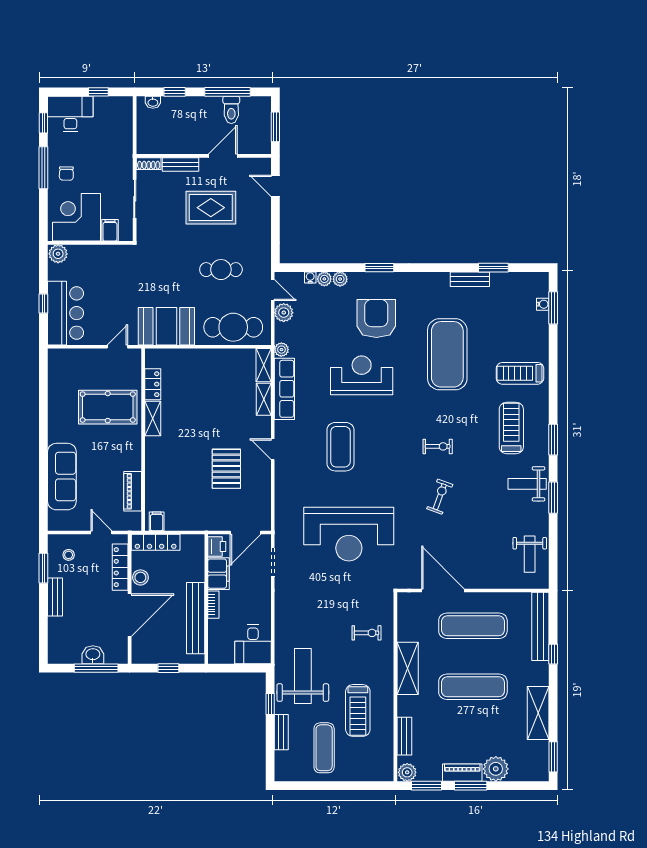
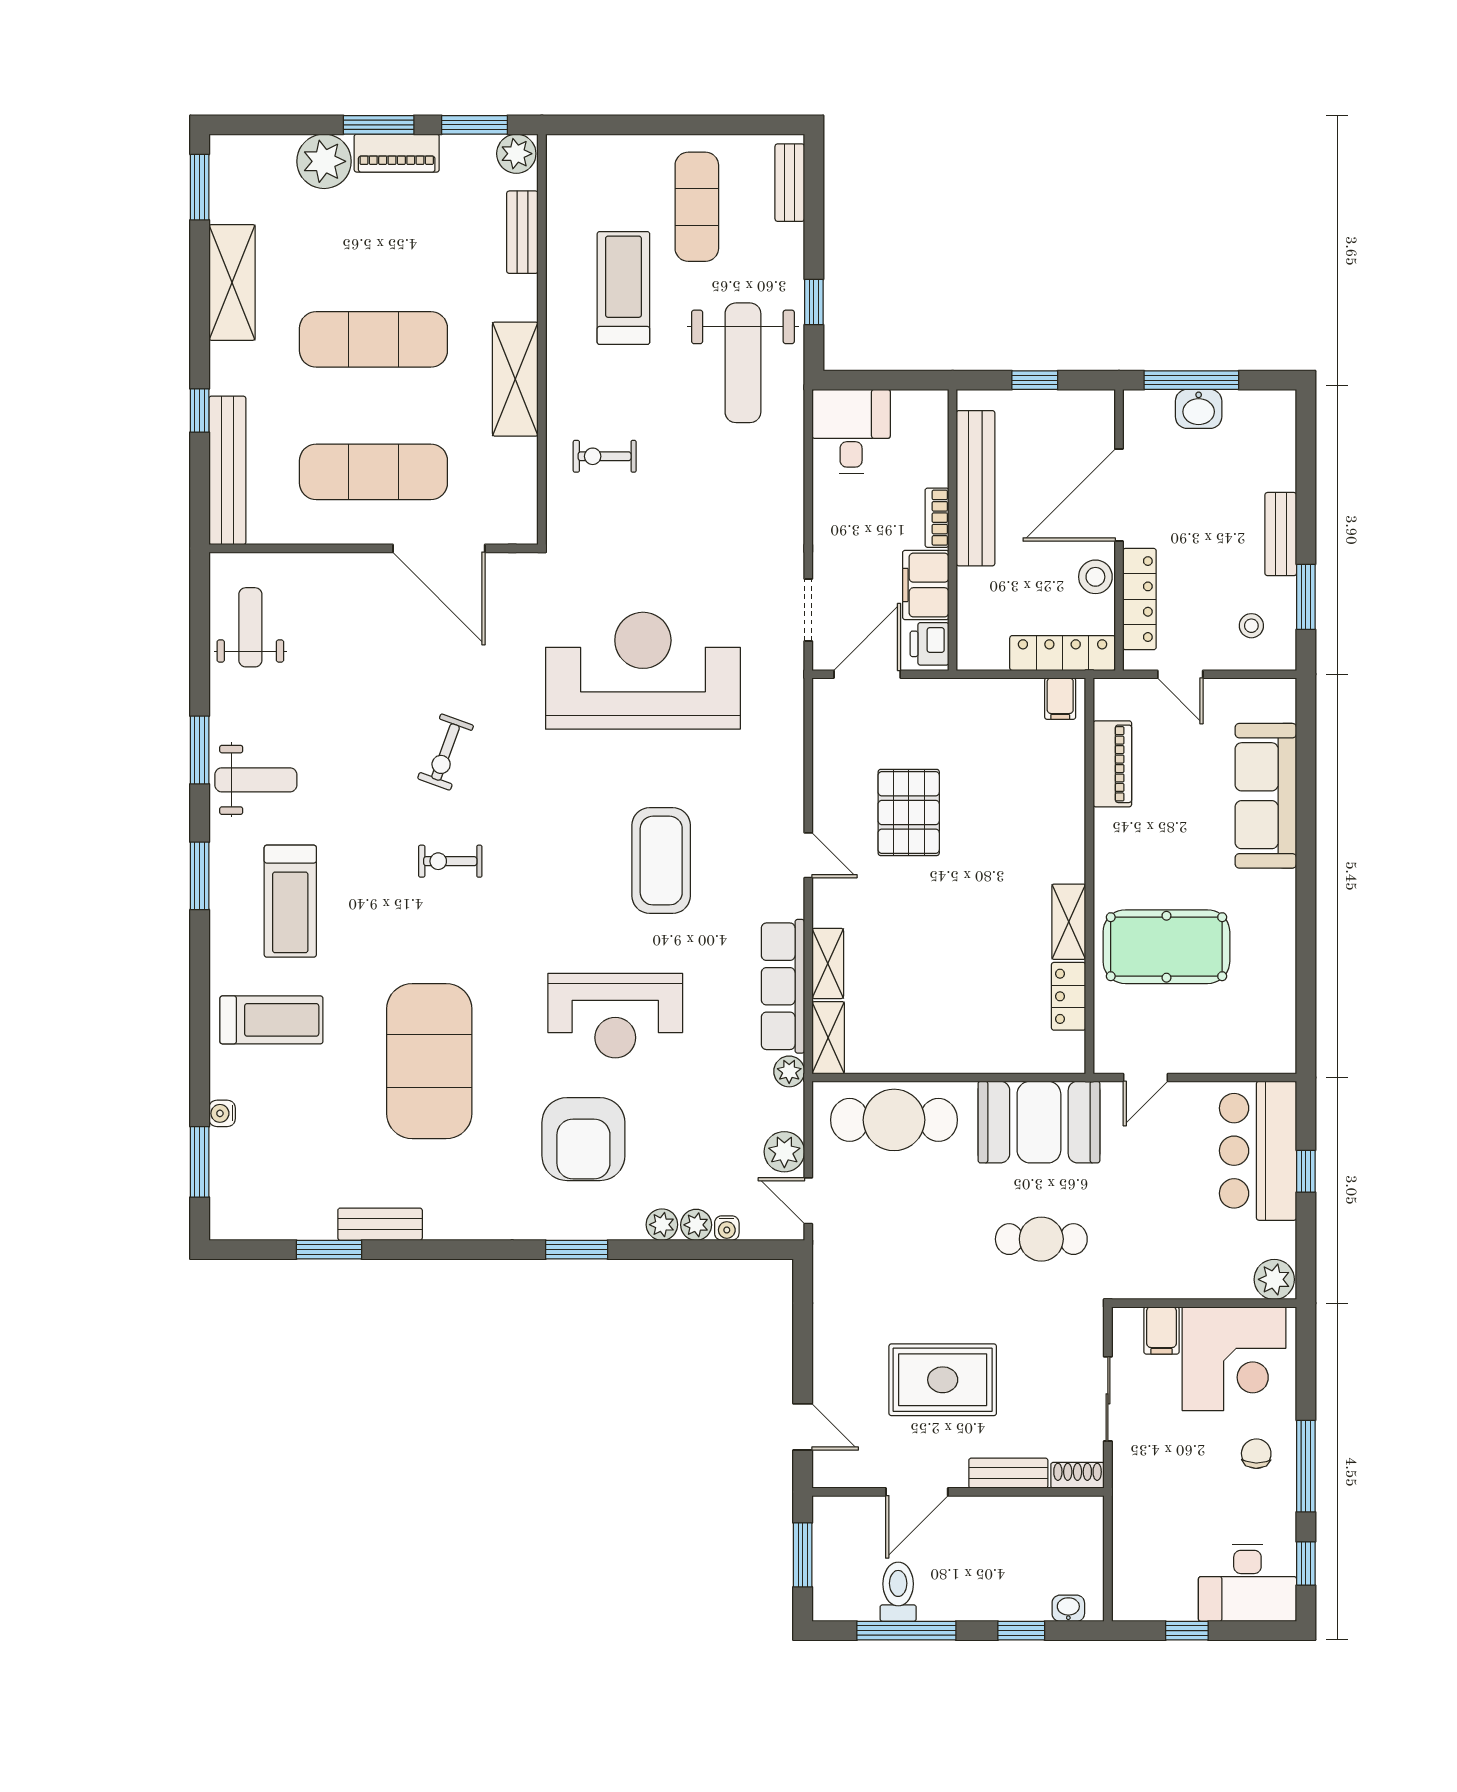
cafe table: (221, 270) -> (1041, 1239), moved
water cooler: (543, 304) -> (222, 1113), moved
bench: (281, 732) -> (790, 183), moved

